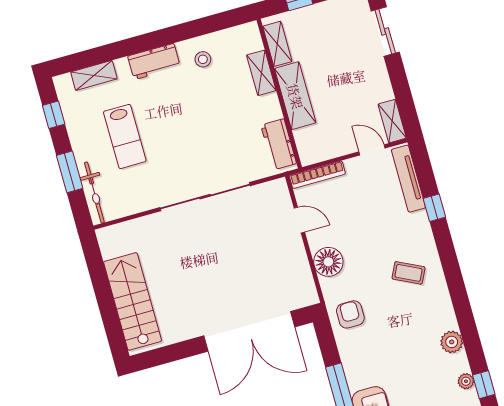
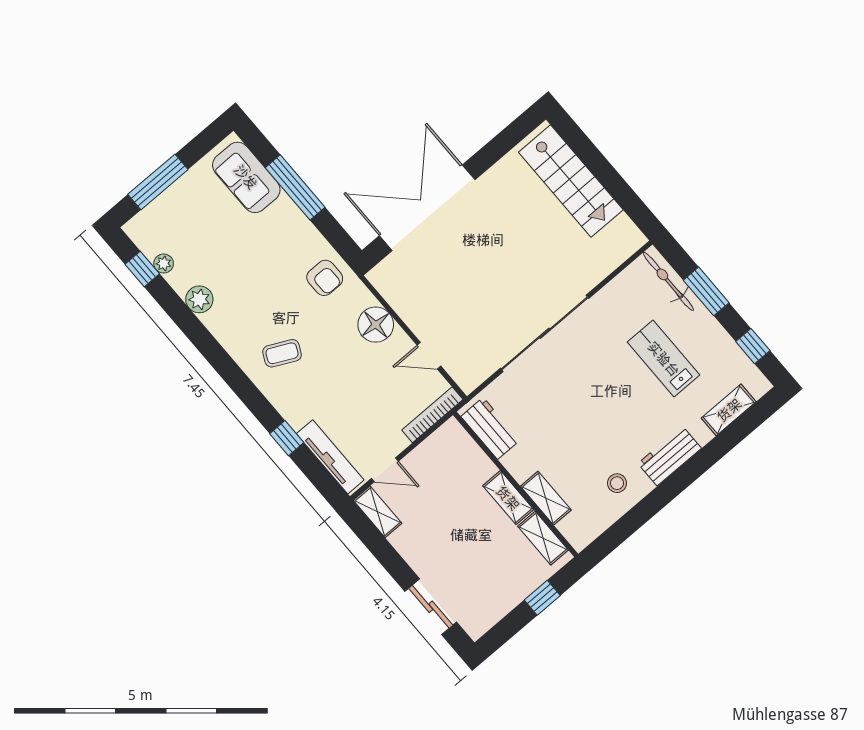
shelving: (295, 96) -> (508, 498), width x0.67, depth x0.75

